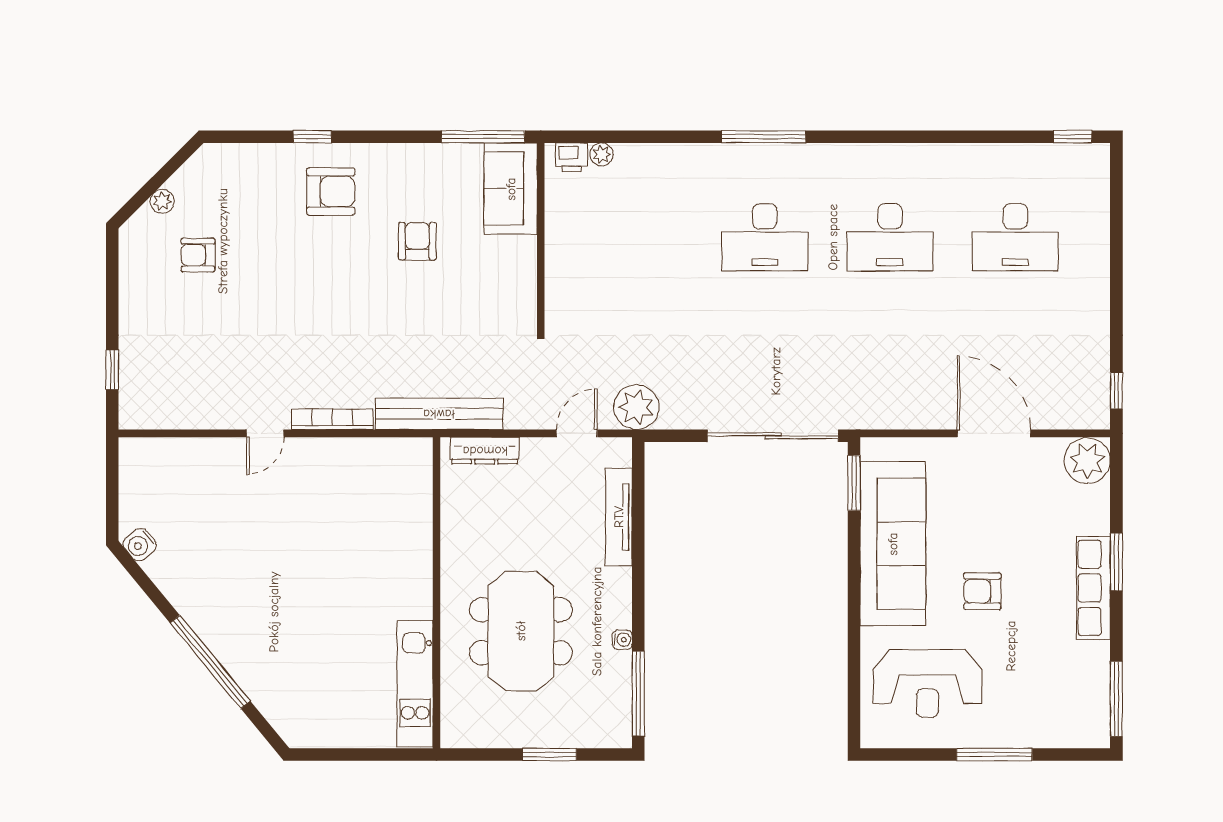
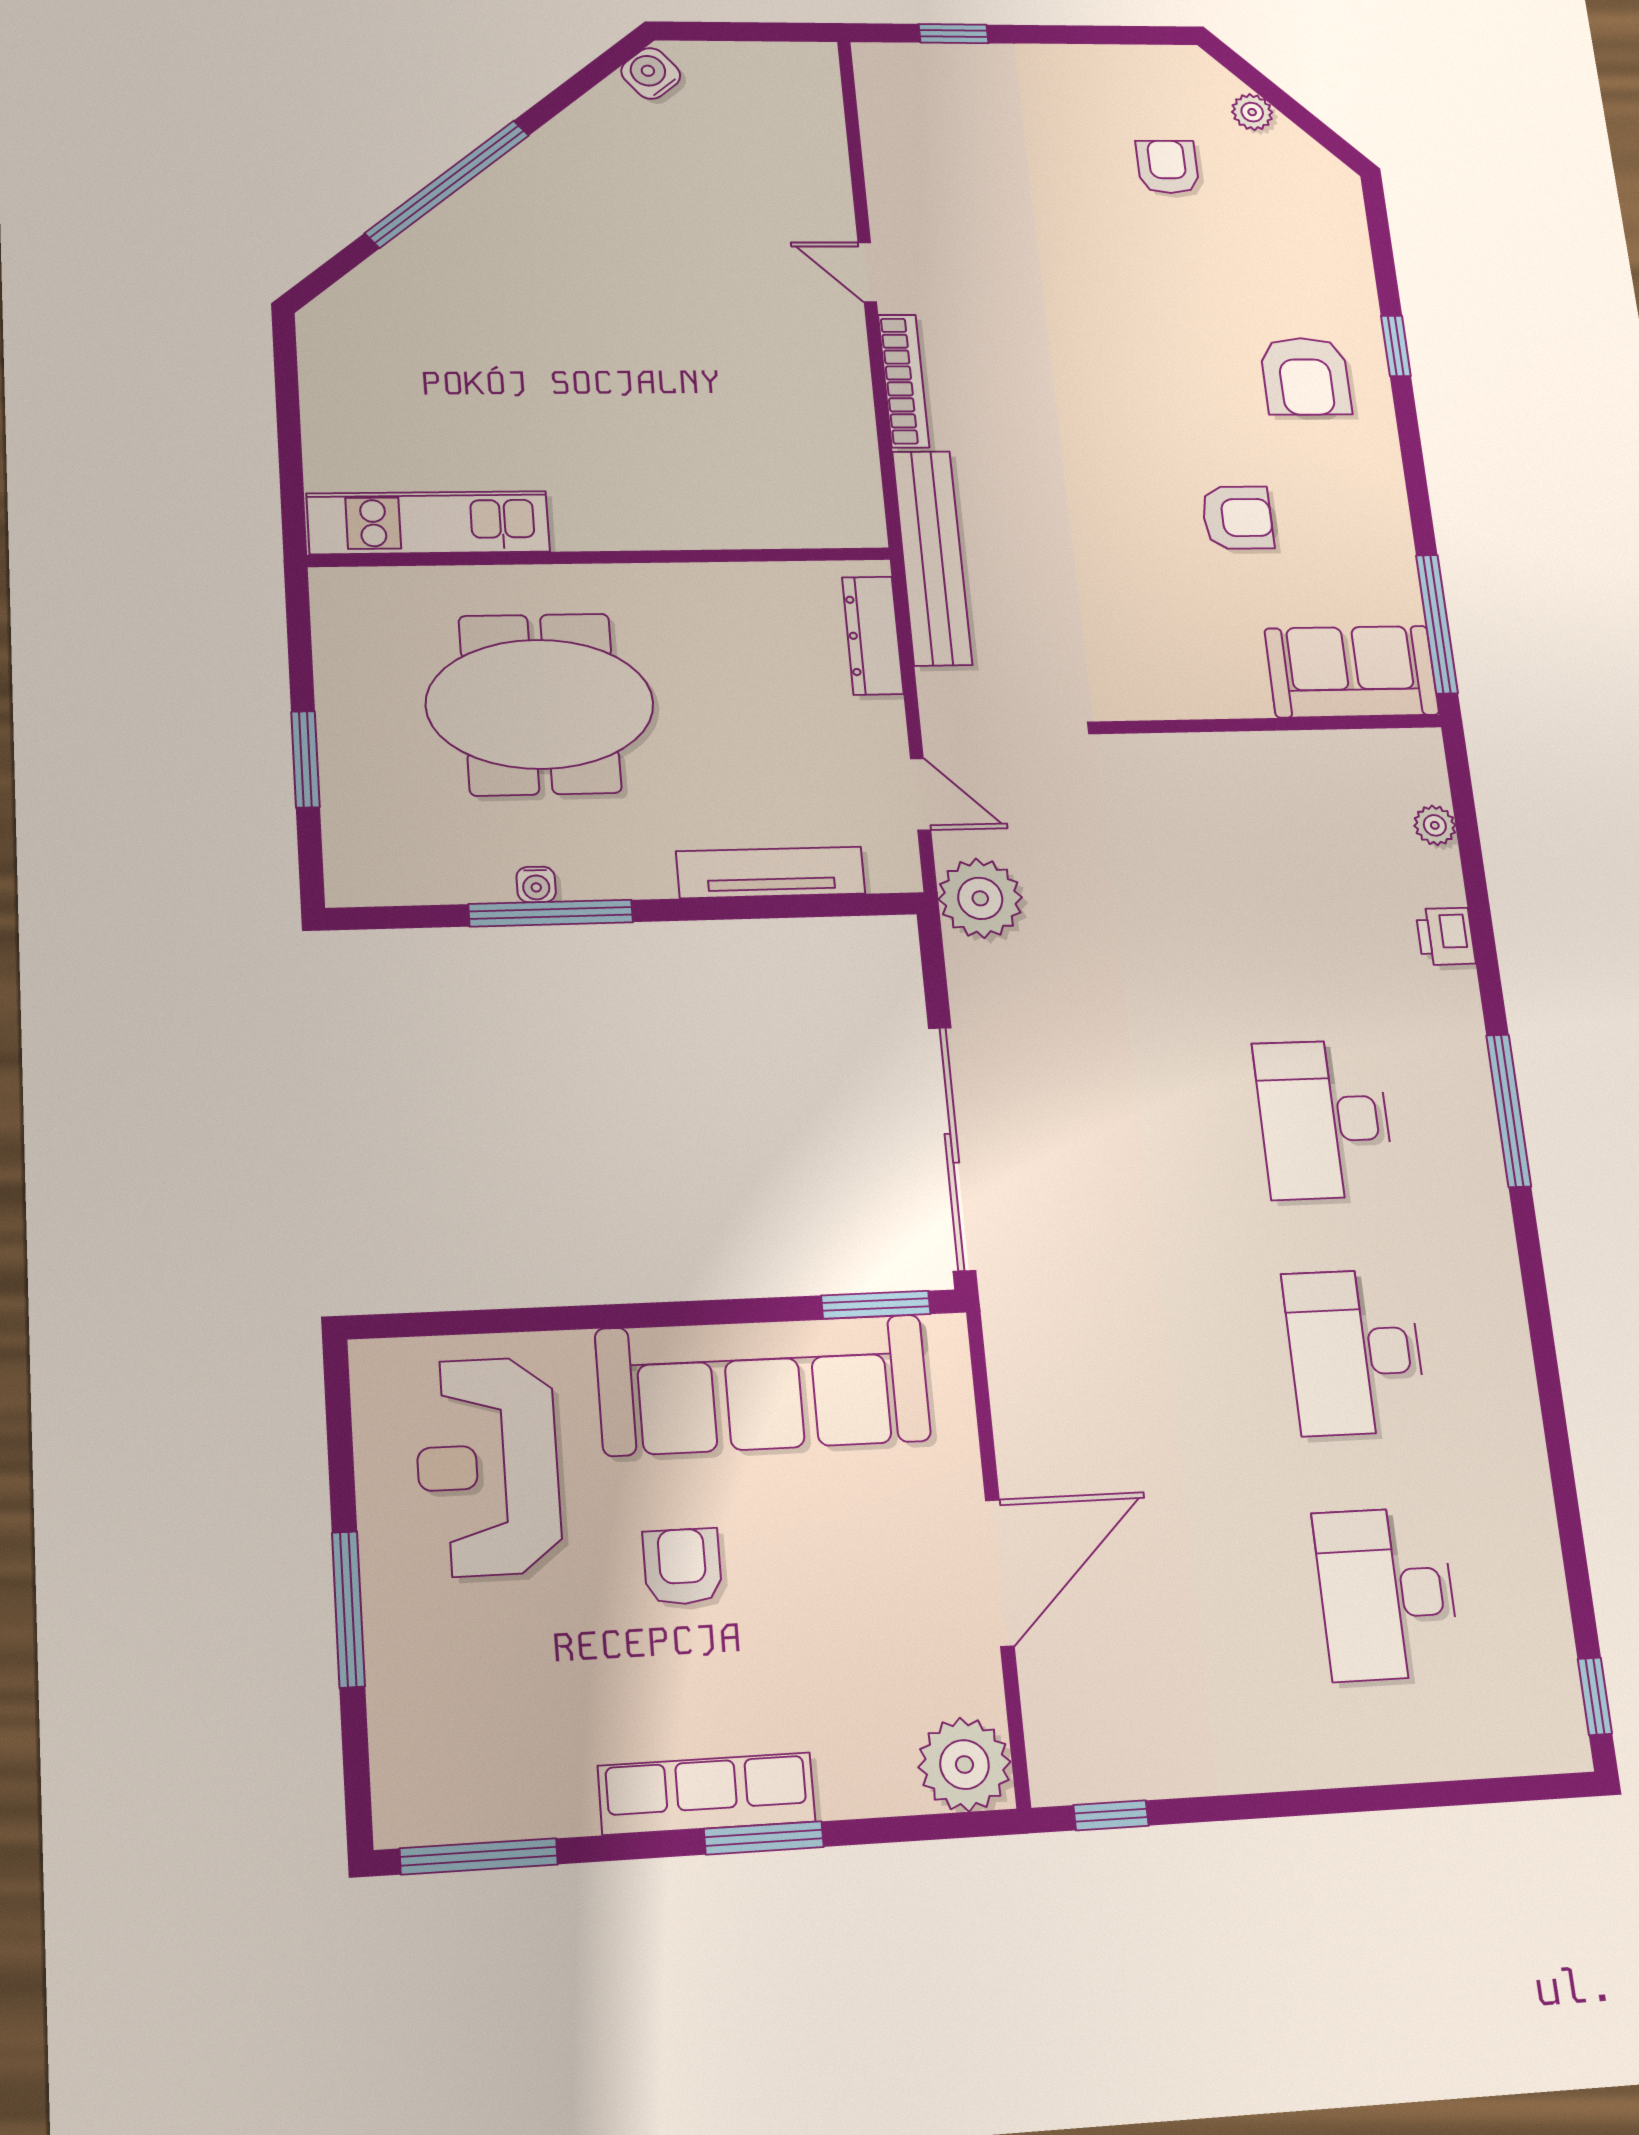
printer: (571, 157) -> (1446, 936), moved
window: (638, 694) -> (551, 913), moved

